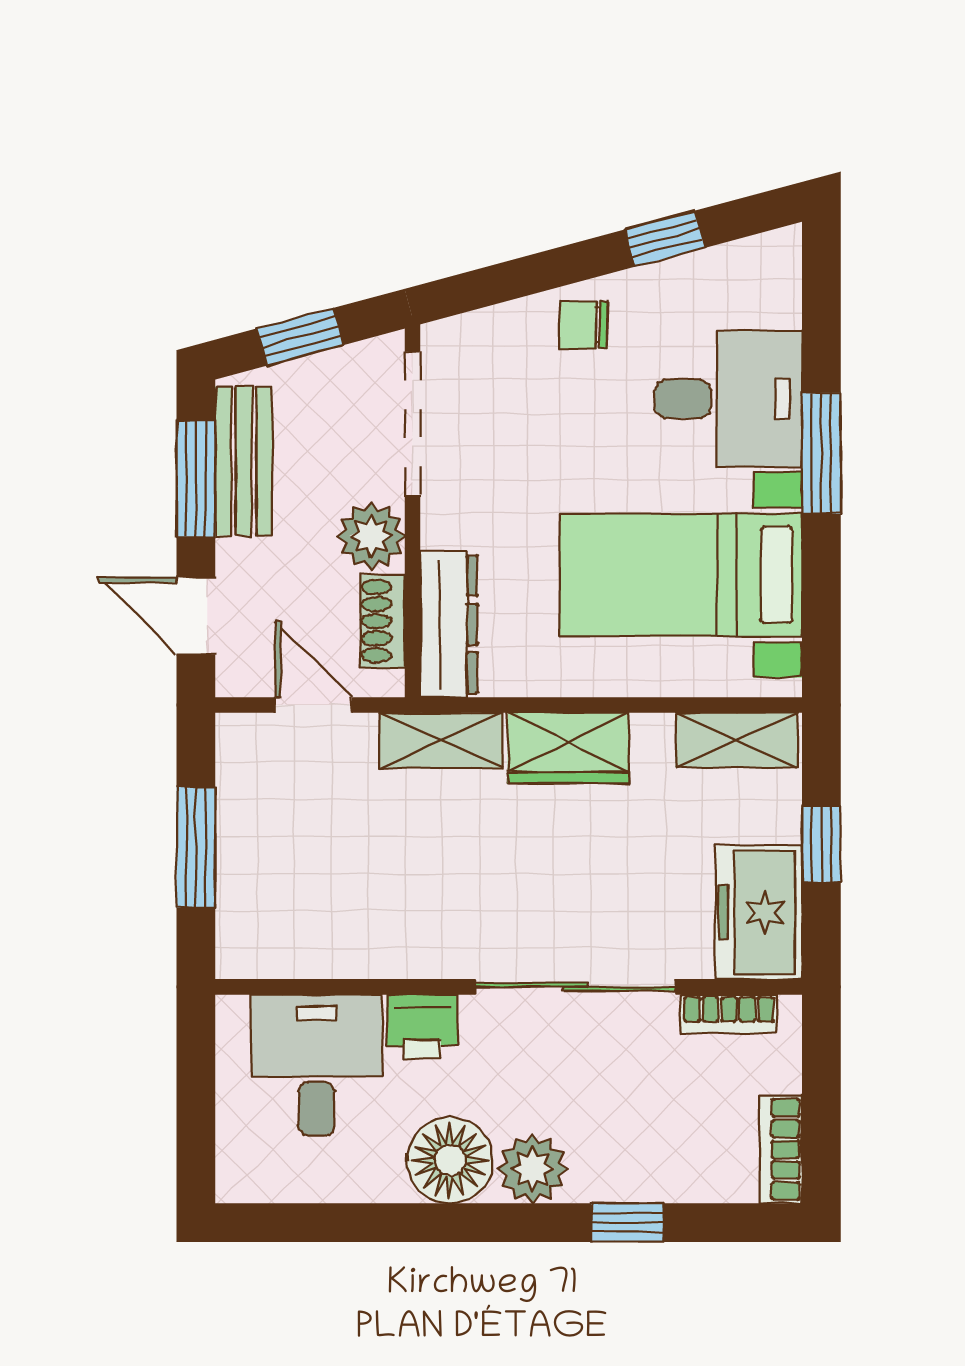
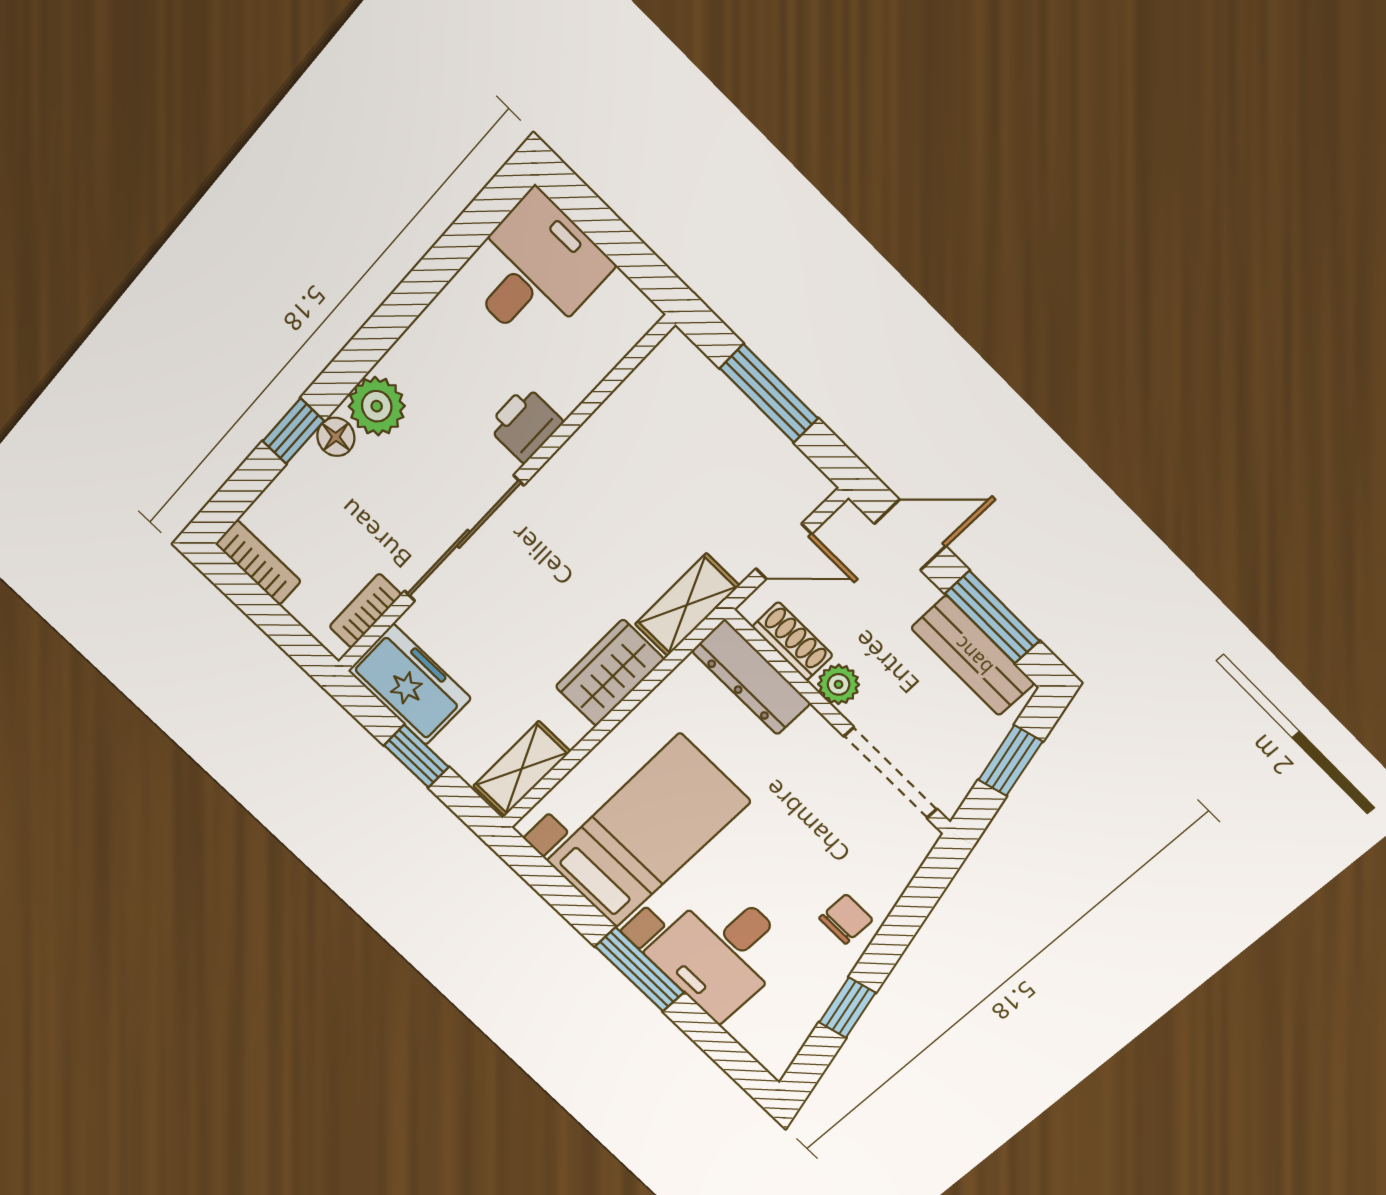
plant: (371, 536) -> (839, 684), width x0.73, depth x0.73
desk: (316, 1065) -> (535, 270), moved, turned -90
floor lamp: (450, 1160) -> (336, 437), moved, width x0.53, depth x0.53

